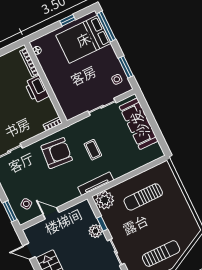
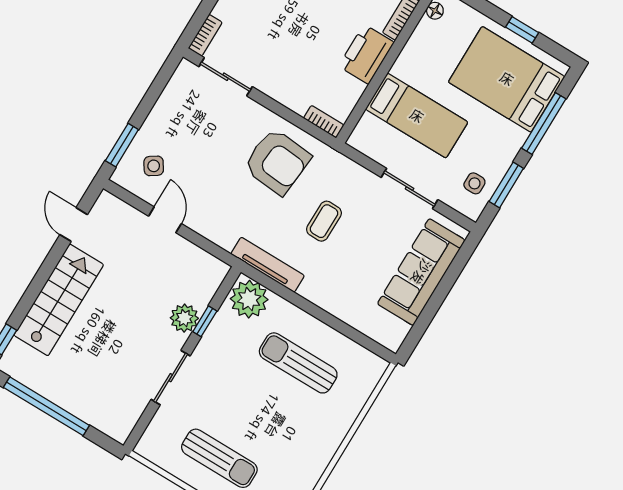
window: (106, 27) -> (544, 123), moved
bed: (75, 85) -> (417, 116), added

